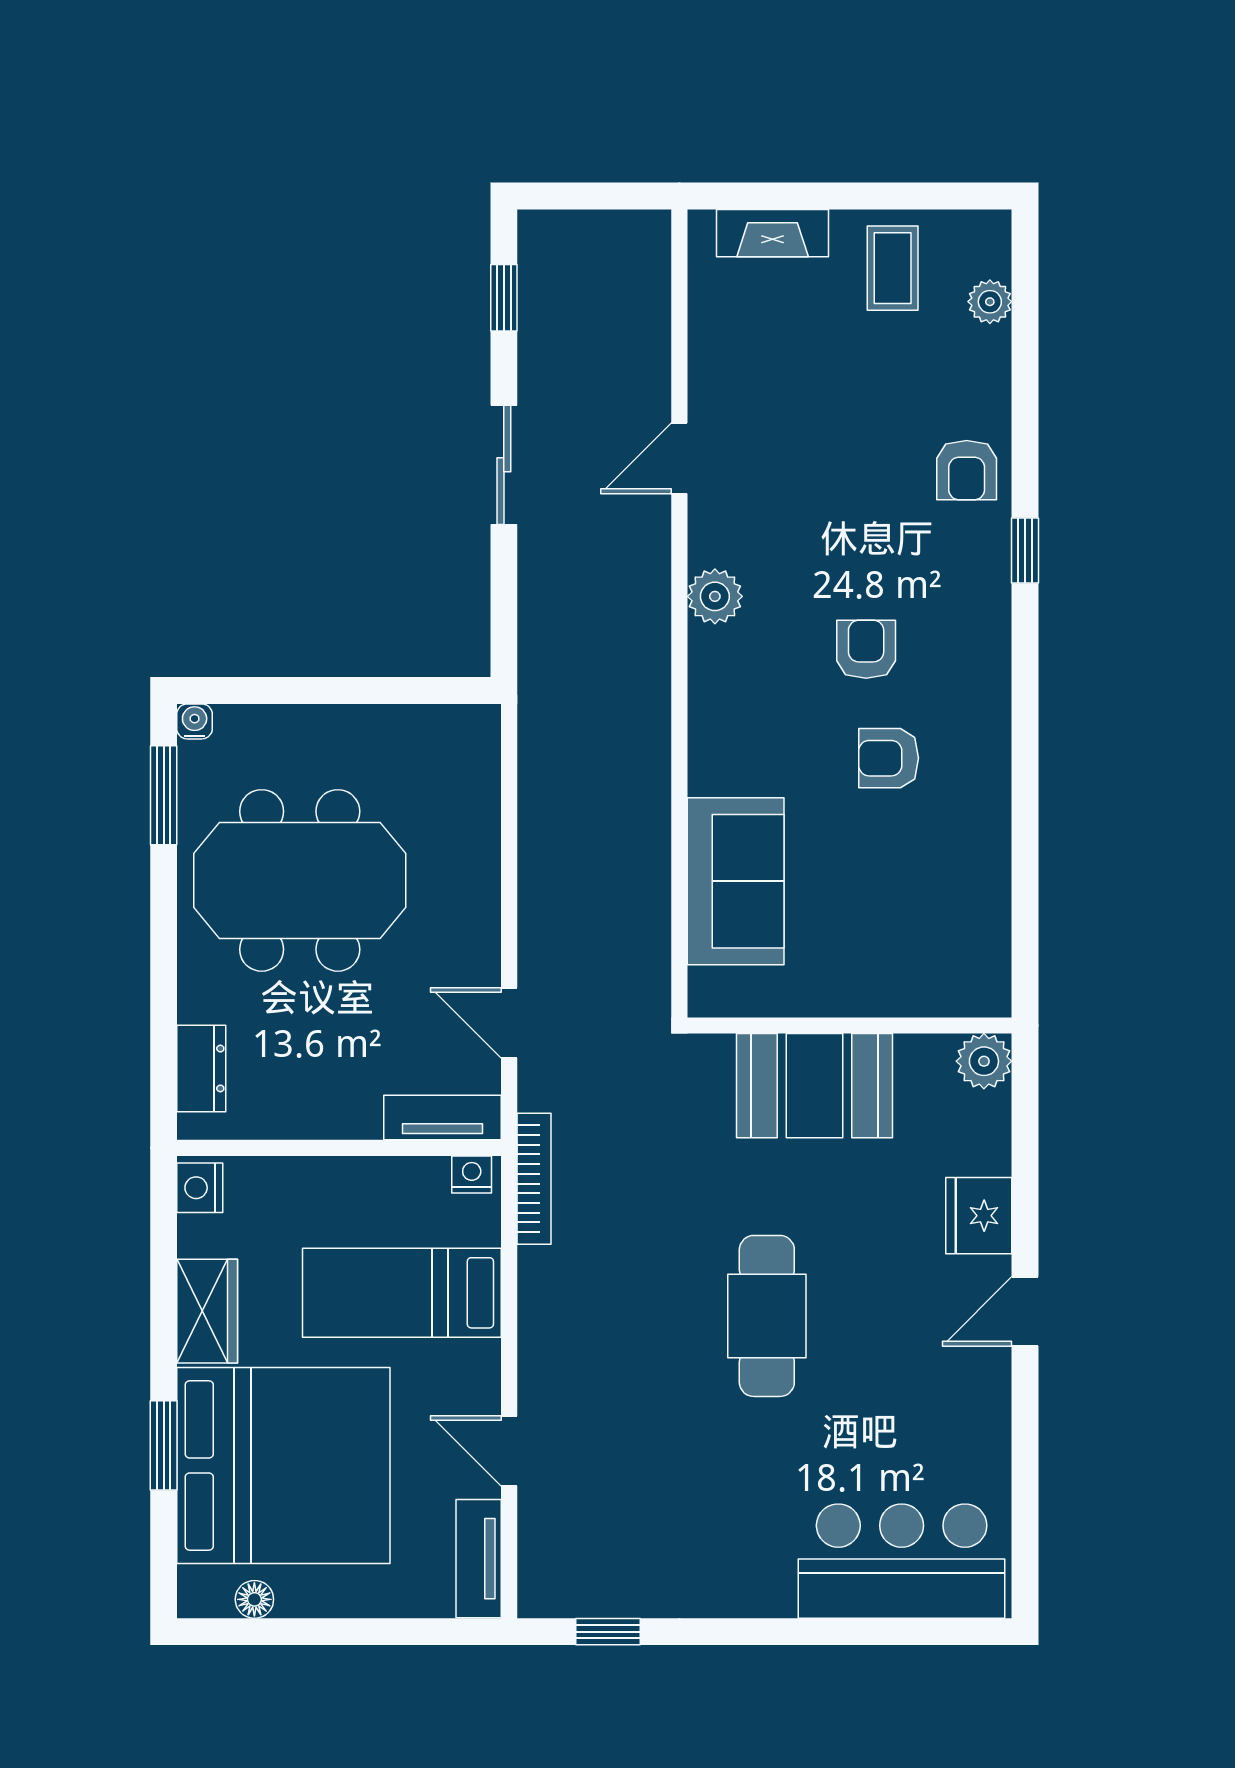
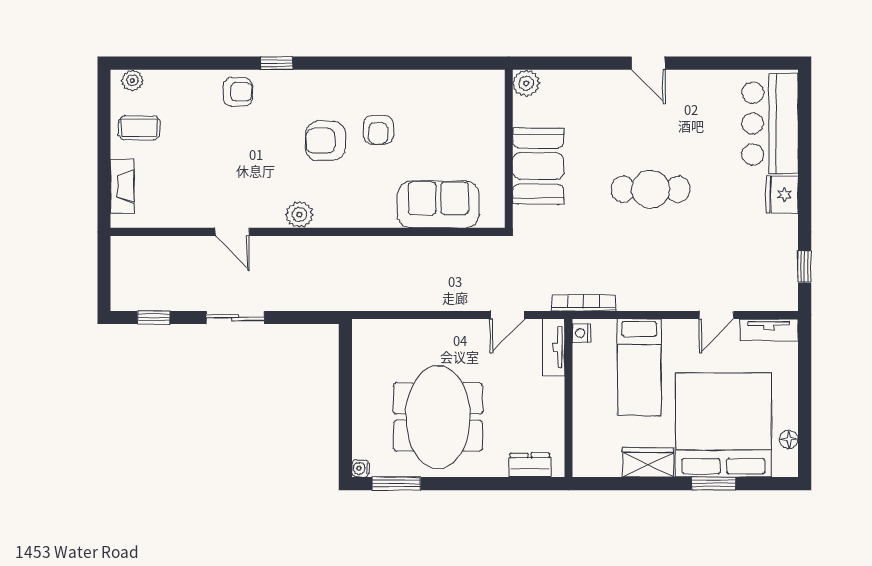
plant: (990, 302) -> (132, 80), moved
armchair: (866, 649) -> (325, 141), width x1.38, depth x1.38
nightstand: (200, 1188) -> (588, 466), removed
fridge: (979, 1216) -> (782, 195), moved, turned 90

